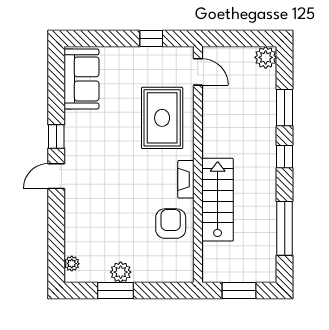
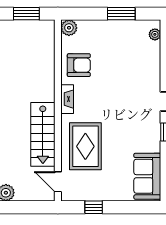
stairs: (218, 200) -> (43, 134), moved
armchair: (171, 224) -> (79, 65), turned -90
plant: (121, 272) -> (69, 28), moved

